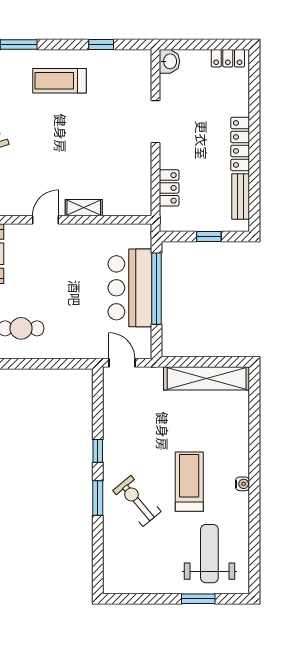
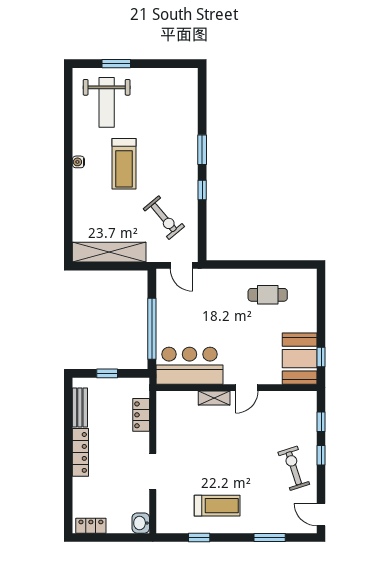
treadmill: (60, 81) -> (217, 506), moved
bar counter: (130, 288) -> (190, 366), moved, turned -90
exercise bike: (137, 501) -> (164, 218), moved

